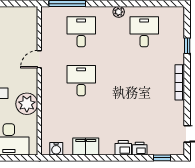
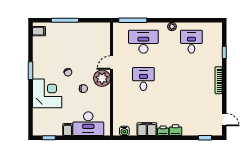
desk: (81, 32) -> (143, 42), width x1.37
plant: (27, 104) -> (102, 78), moved
printer: (140, 149) -> (163, 131), moved

